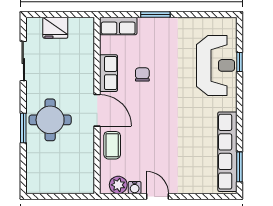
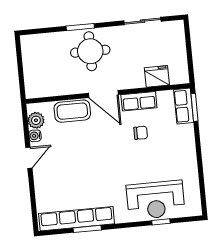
window: (155, 14) -> (194, 107), moved
fridge: (55, 28) -> (157, 76), moved, turned 90
door: (97, 110) -> (103, 94), hinge flipped
coffee table: (112, 145) -> (72, 111), width x1.36, depth x1.30
window: (239, 167) -> (87, 229), moved

